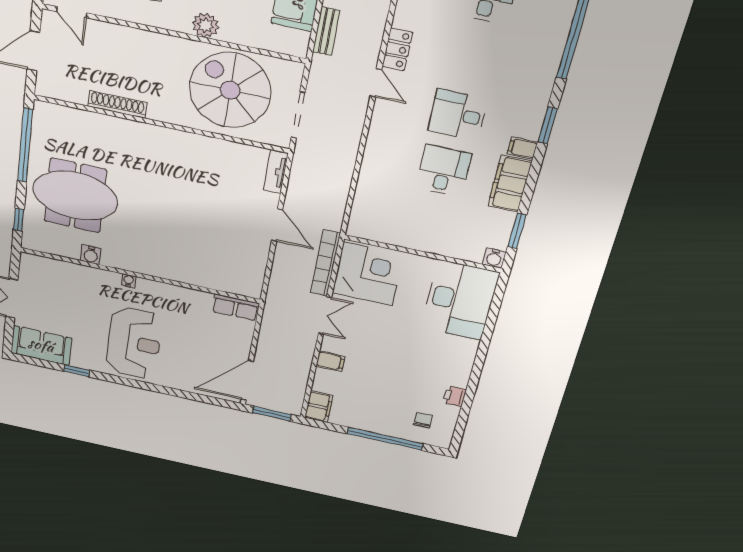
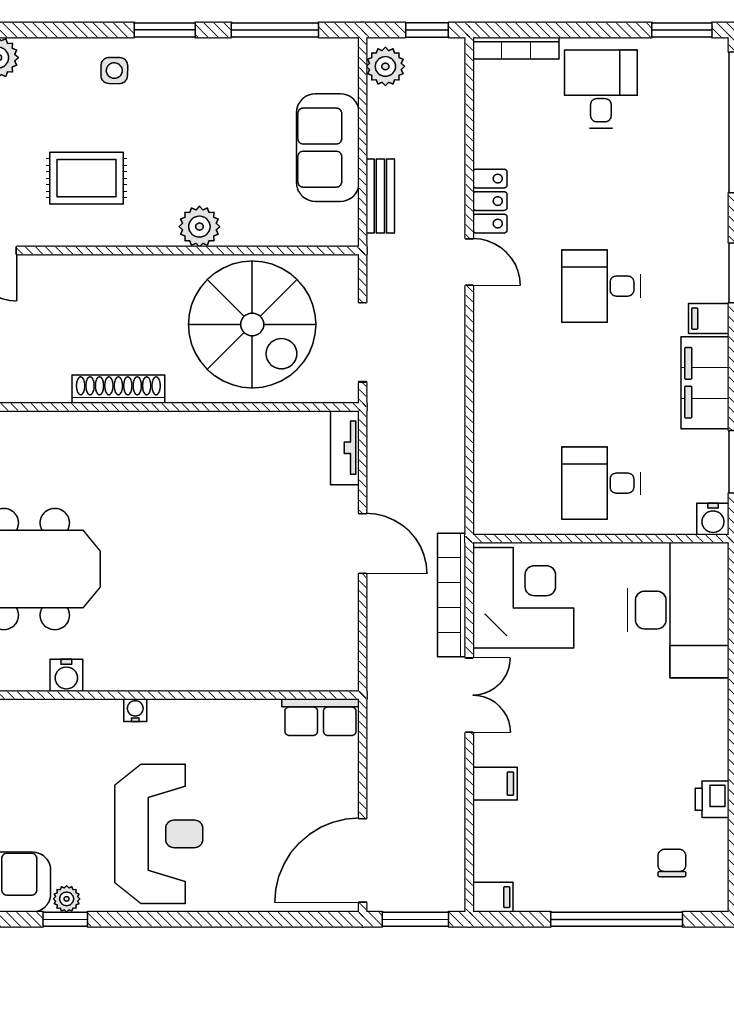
spiral stairs: (230, 90) -> (252, 324), turned 180
shoe rack: (117, 104) -> (118, 389), moved
desk: (443, 171) -> (601, 483), moved, turned -90
plant: (78, 362) -> (67, 899), added
filing cabinet: (319, 407) -> (493, 897), width x0.50

